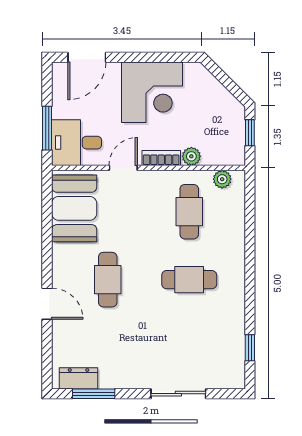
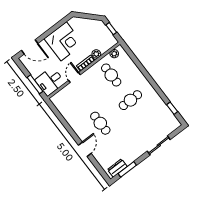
door: (87, 57) -> (30, 47), hinge flipped
booth: (74, 208) -> (68, 106), removed
door: (47, 304) -> (85, 149), hinge flipped

